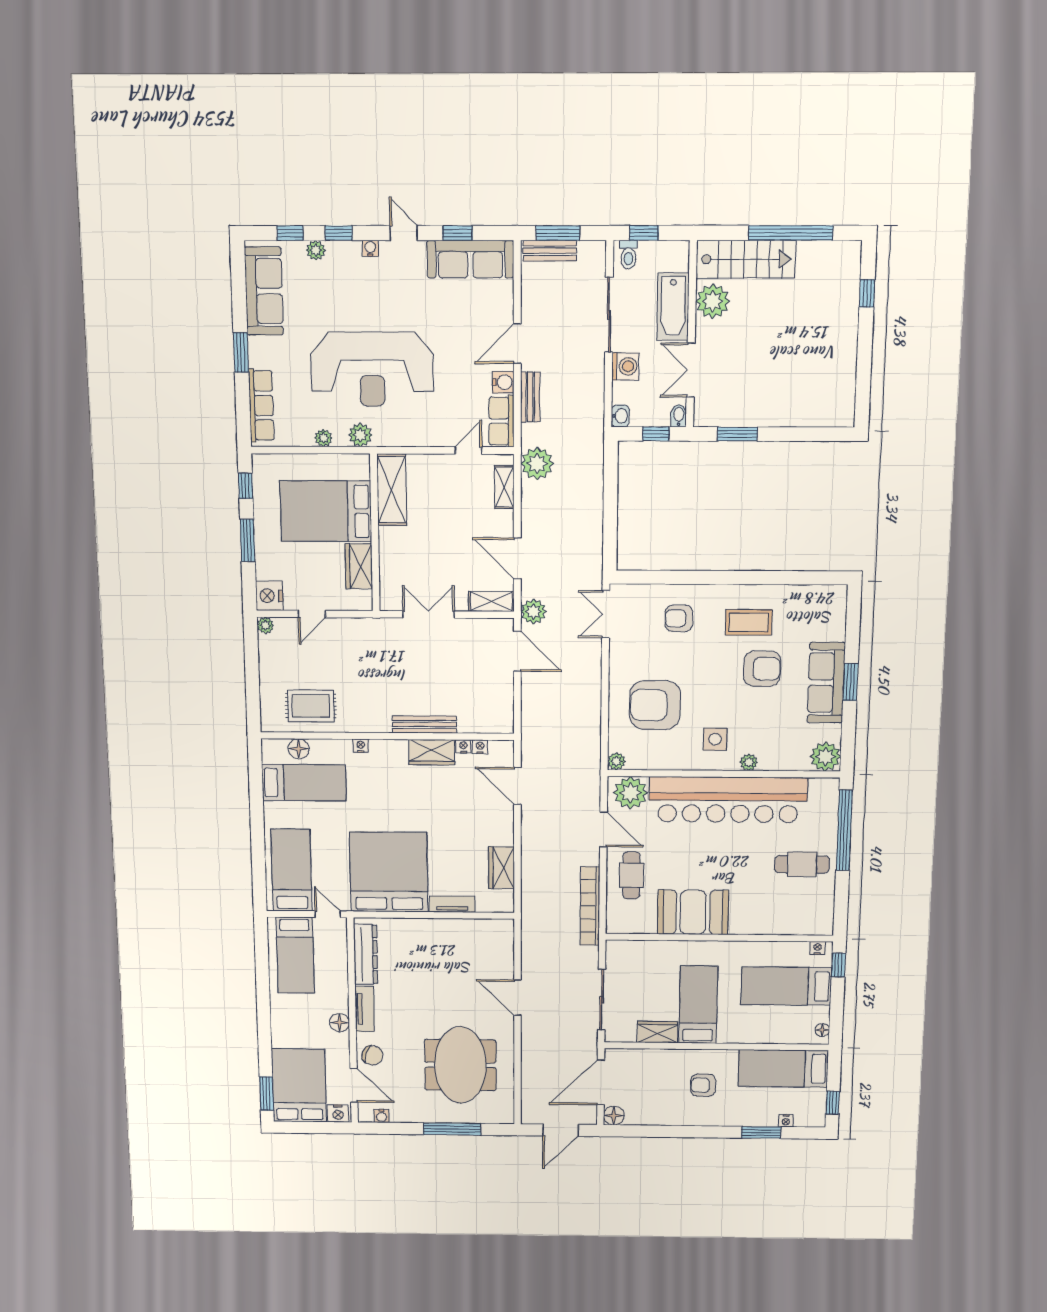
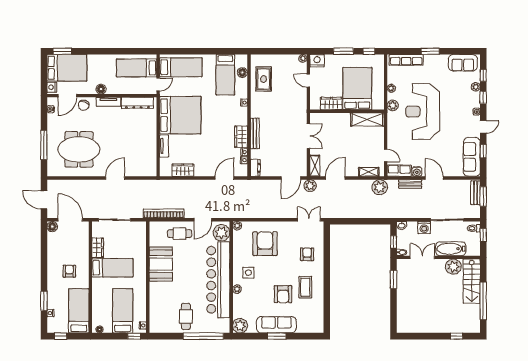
sofa: (264, 291) -> (463, 63), width x0.73
dresser: (496, 724) -> (255, 168), added

